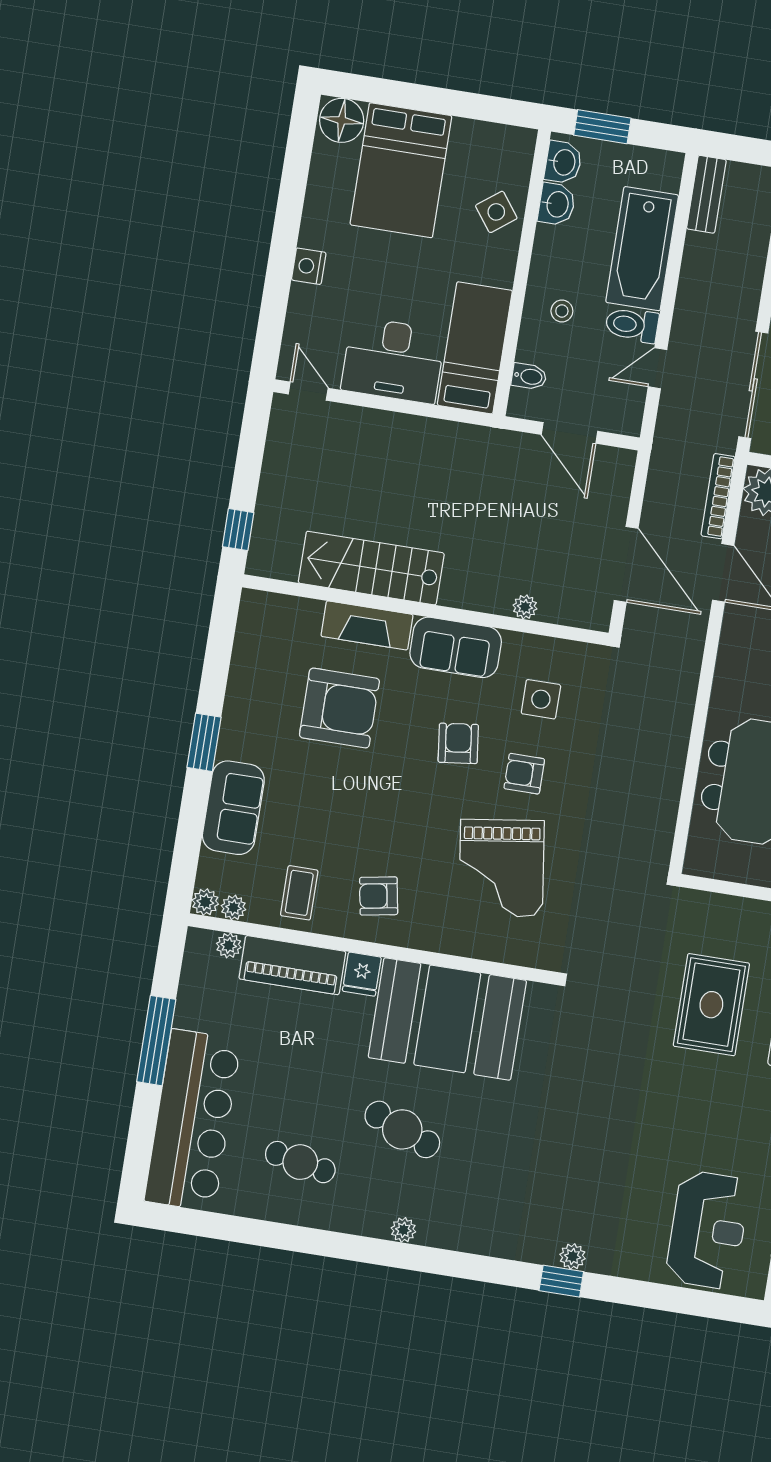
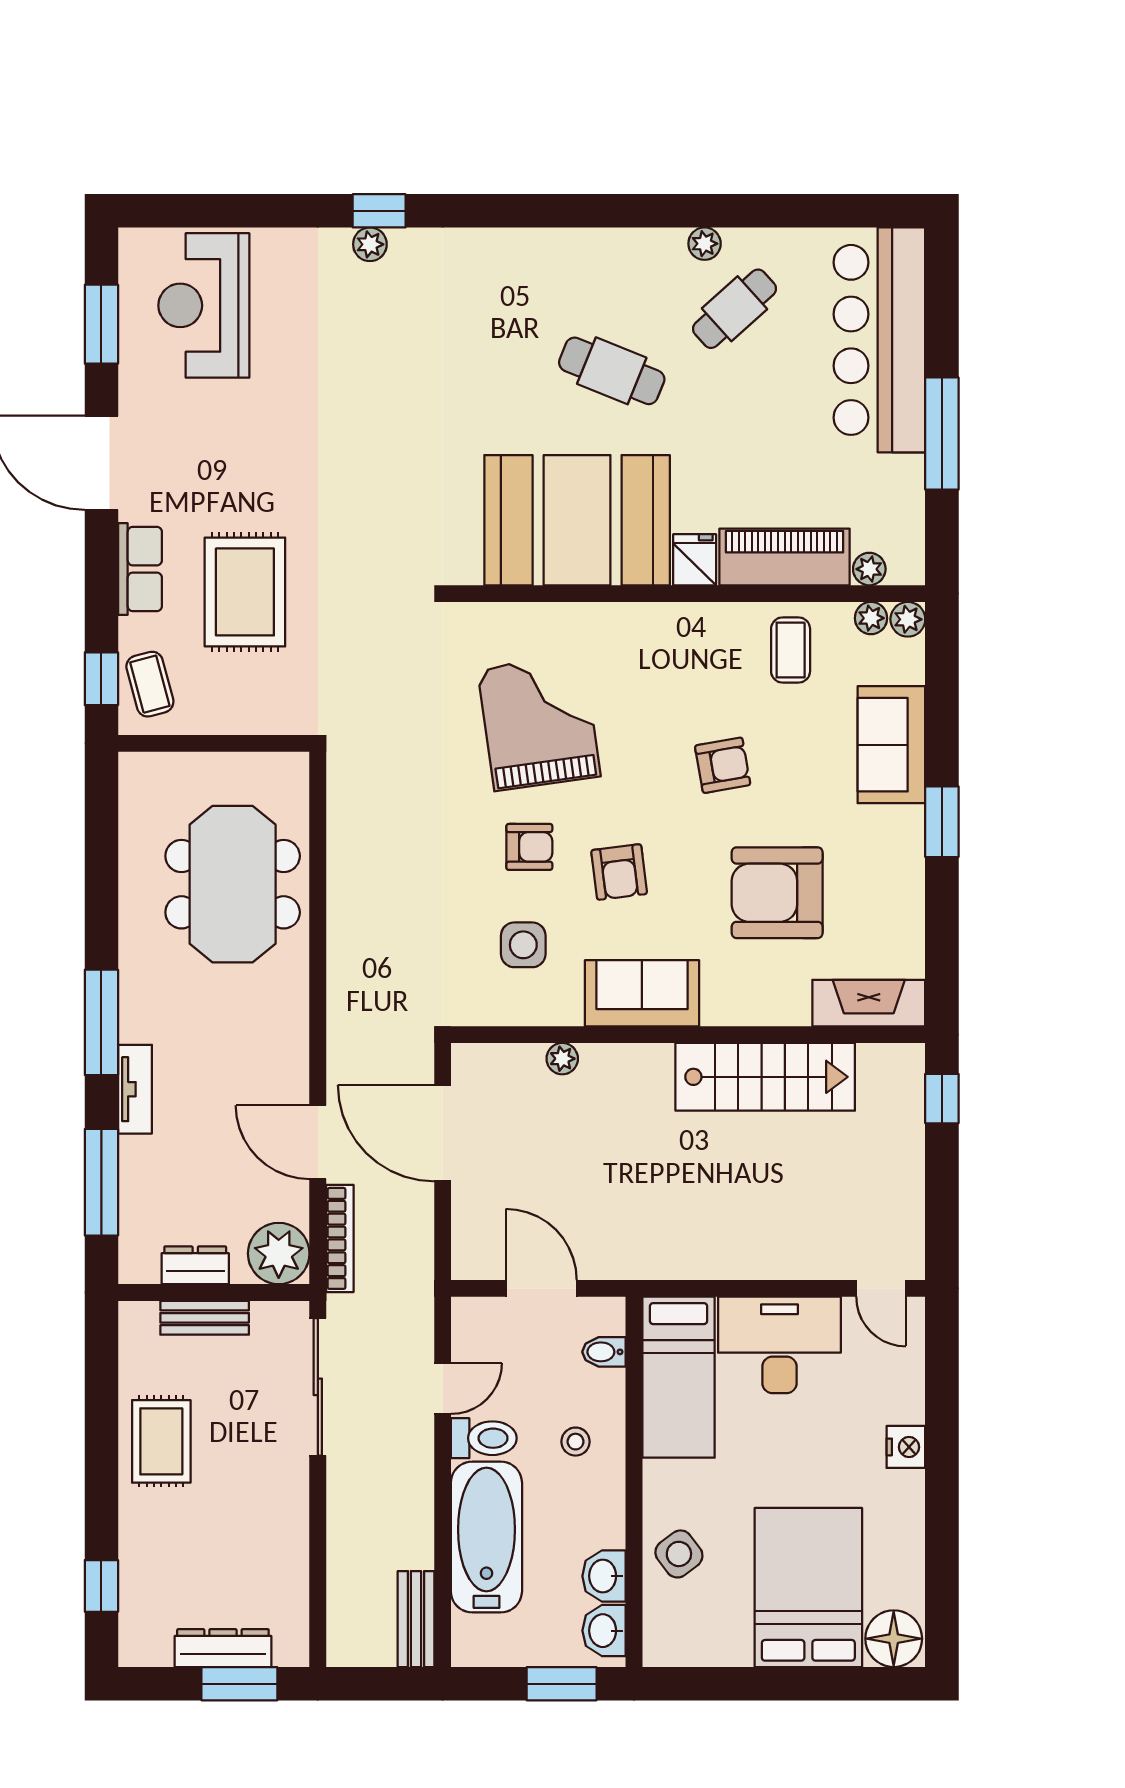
fireplace: (367, 625) -> (869, 1003), moved
armchair: (379, 896) -> (723, 765), moved
cafe table: (300, 1162) -> (734, 309), turned -53
plant: (403, 1230) -> (705, 244), moved

